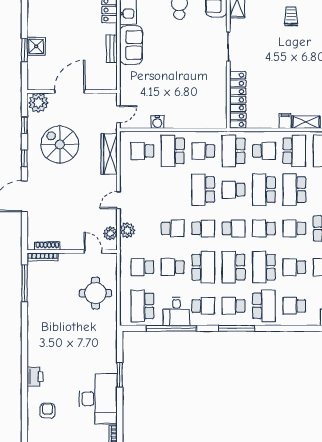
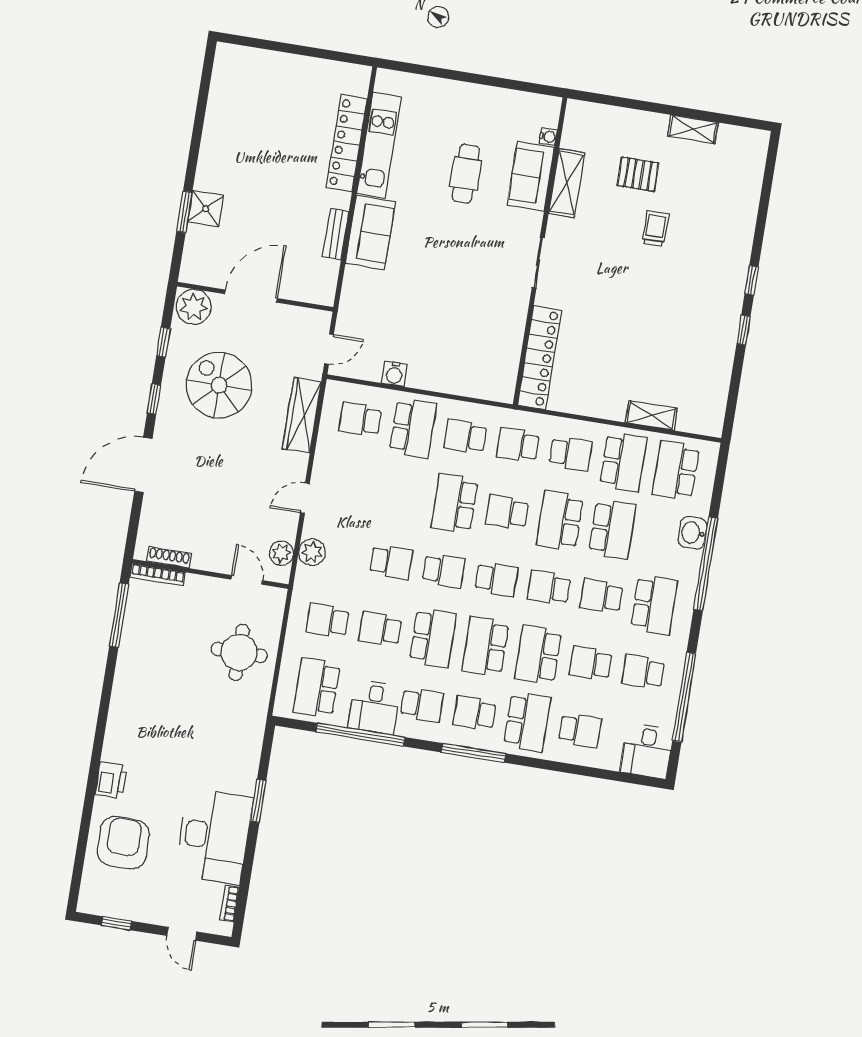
filing cabinet: (285, 121) -> (616, 408), removed
school desk: (173, 151) -> (413, 428), turned 180
school desk: (234, 151) -> (518, 445), width x0.54
school desk: (294, 190) -> (612, 529), turned 180
school desk: (294, 306) -> (580, 730), turned 180
armchair: (48, 411) -> (123, 843), width x1.88, depth x1.88

